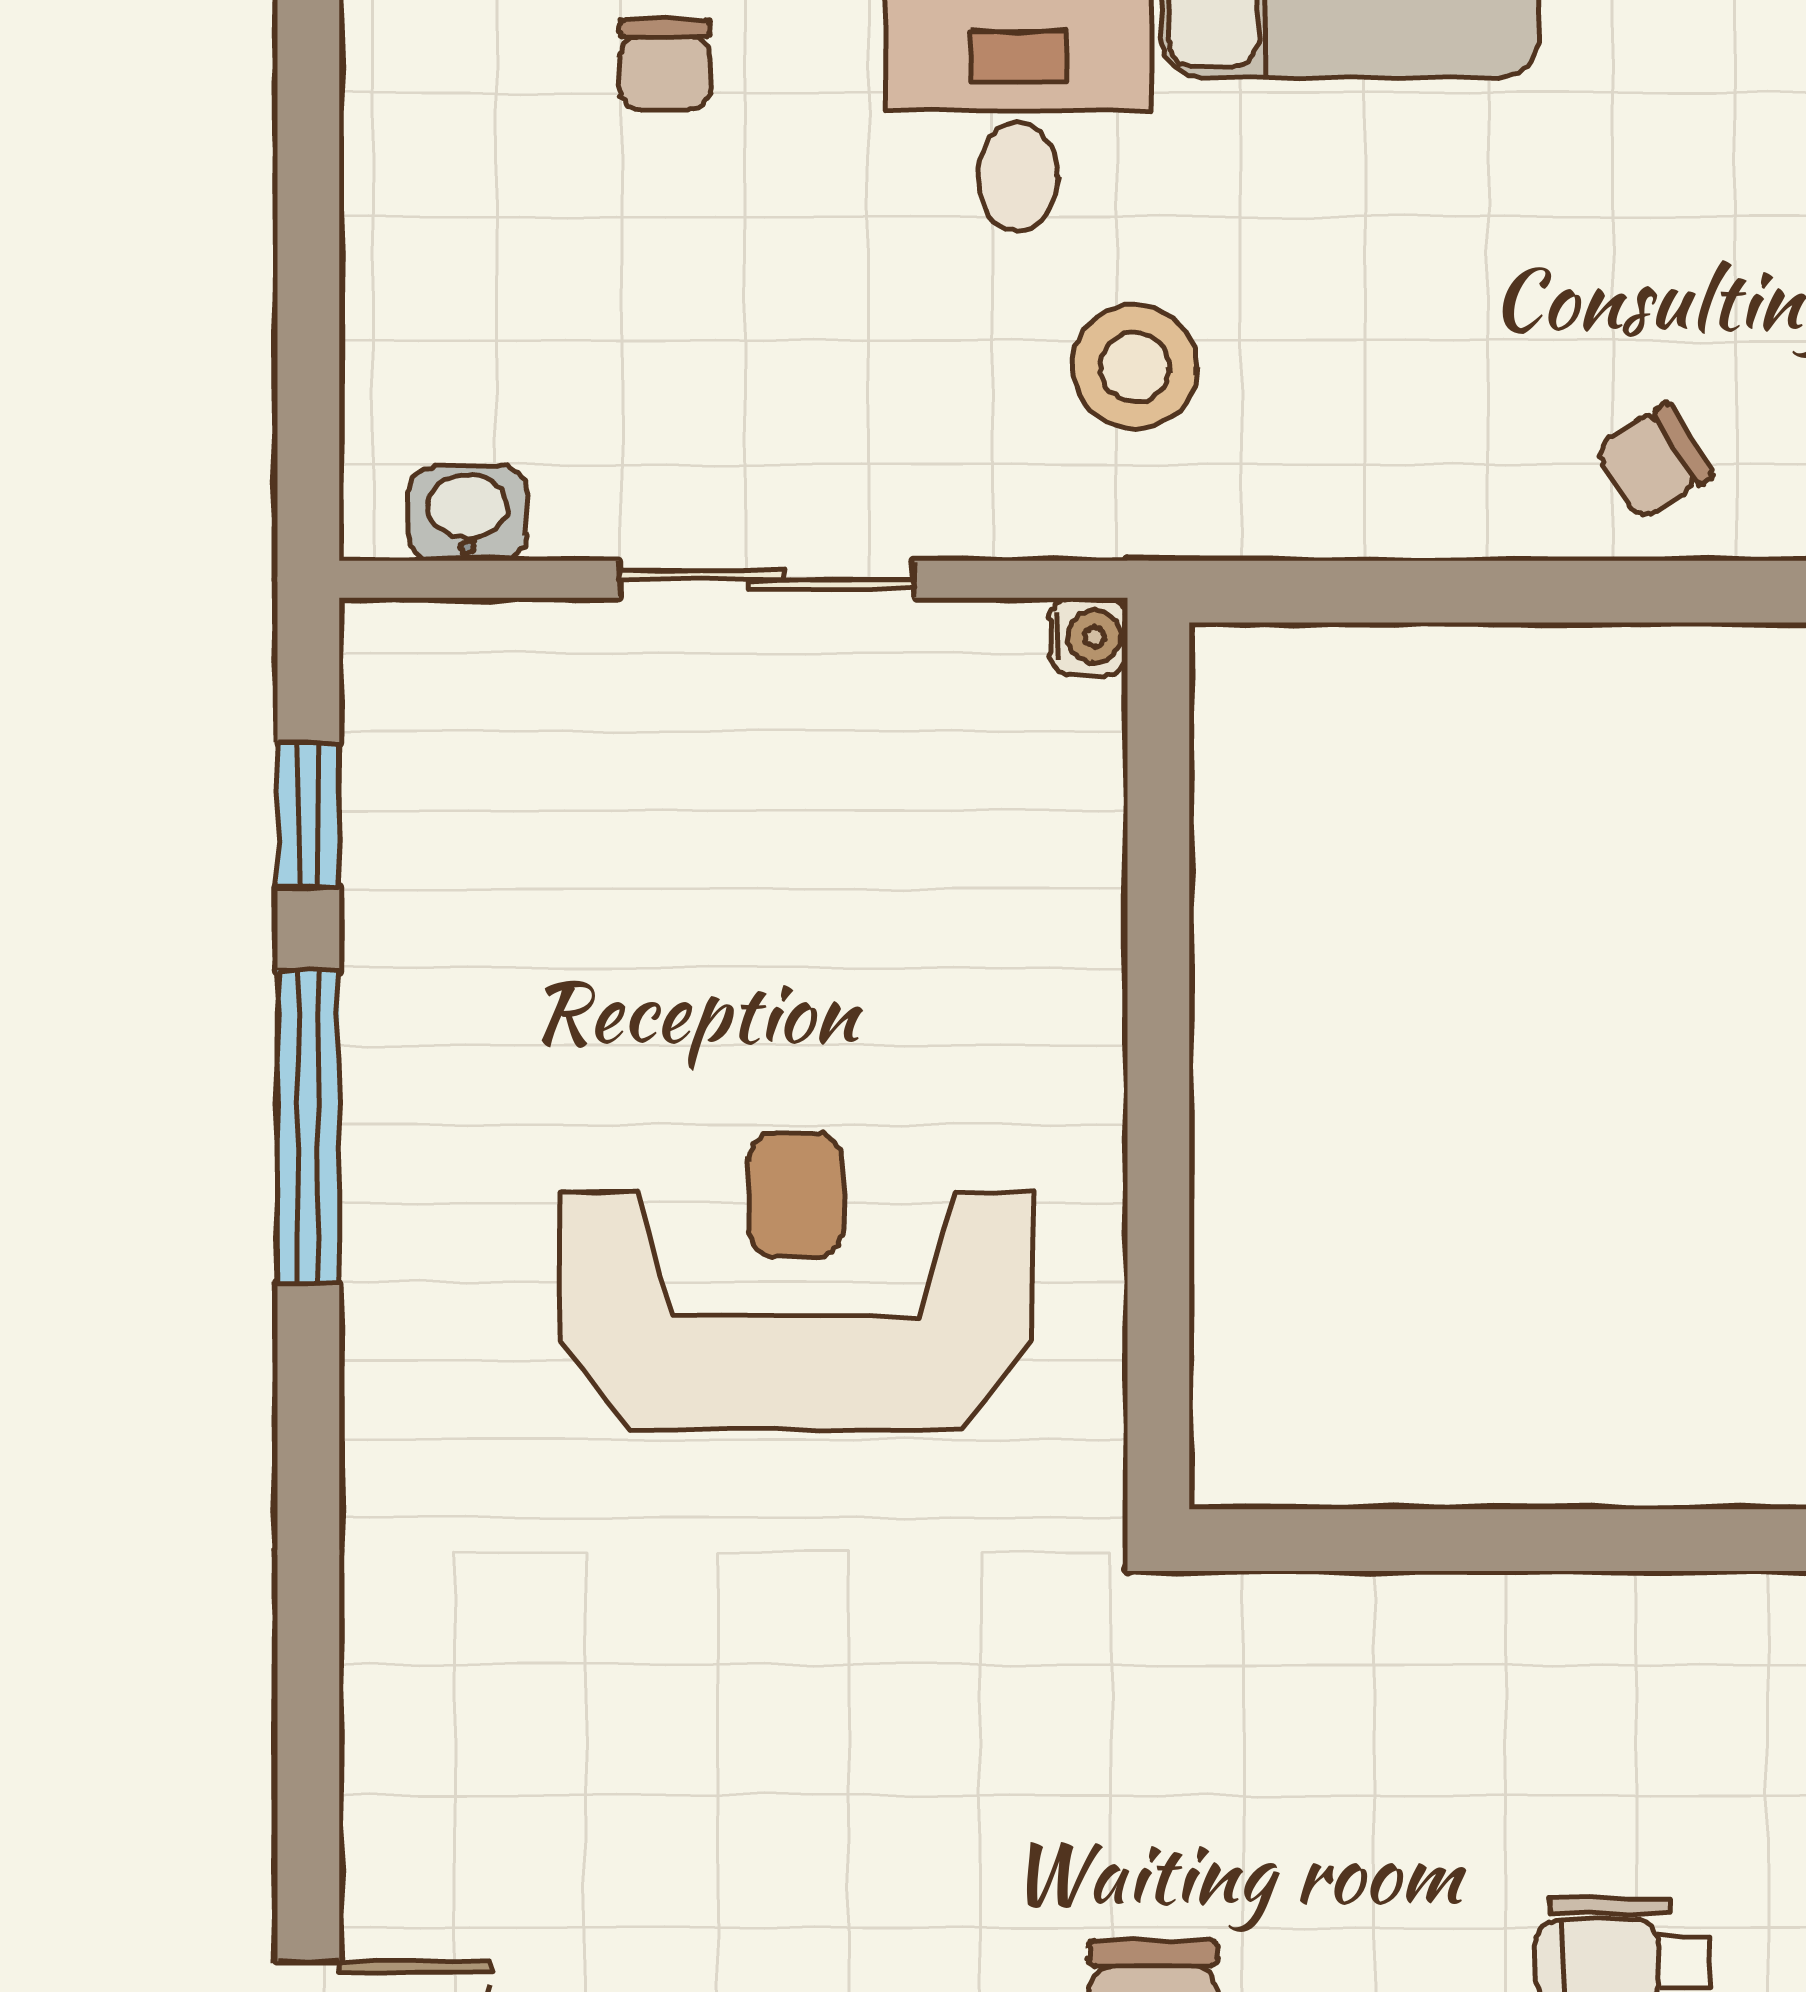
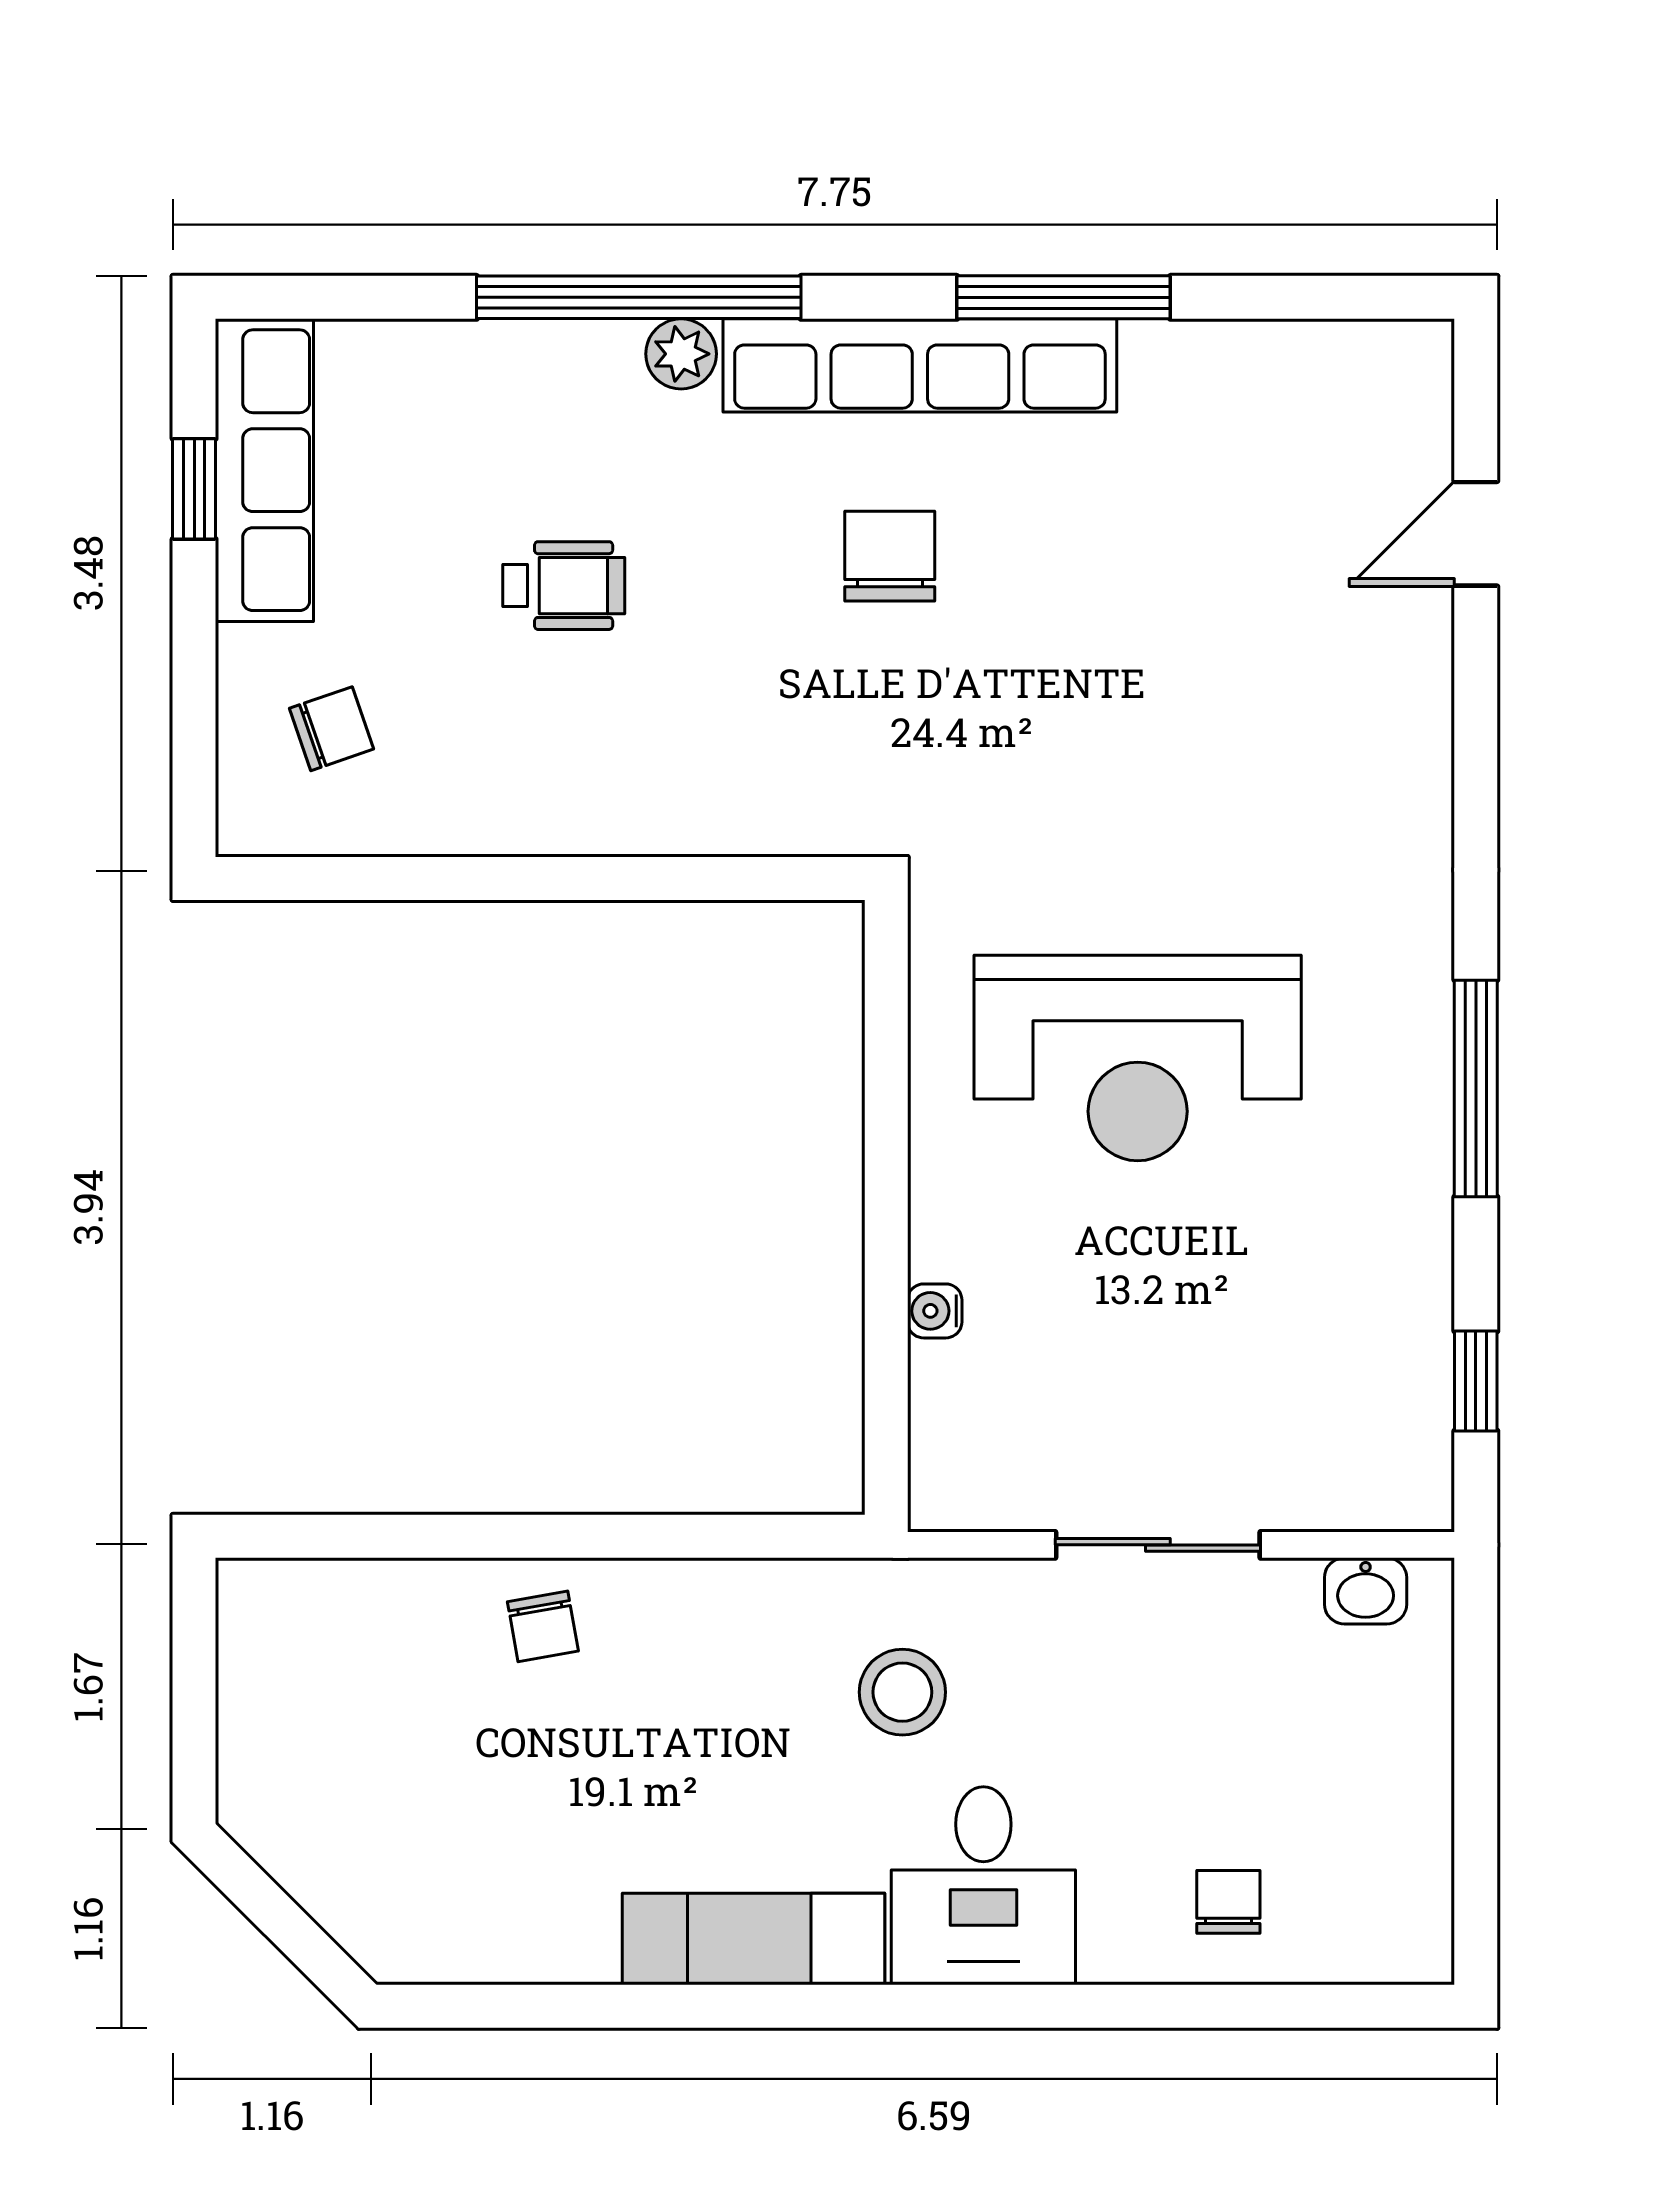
chair: (1653, 462) -> (543, 1626), turned 111
water cooler: (1088, 637) -> (935, 1311), moved
window: (308, 1126) -> (1476, 1088), moved

